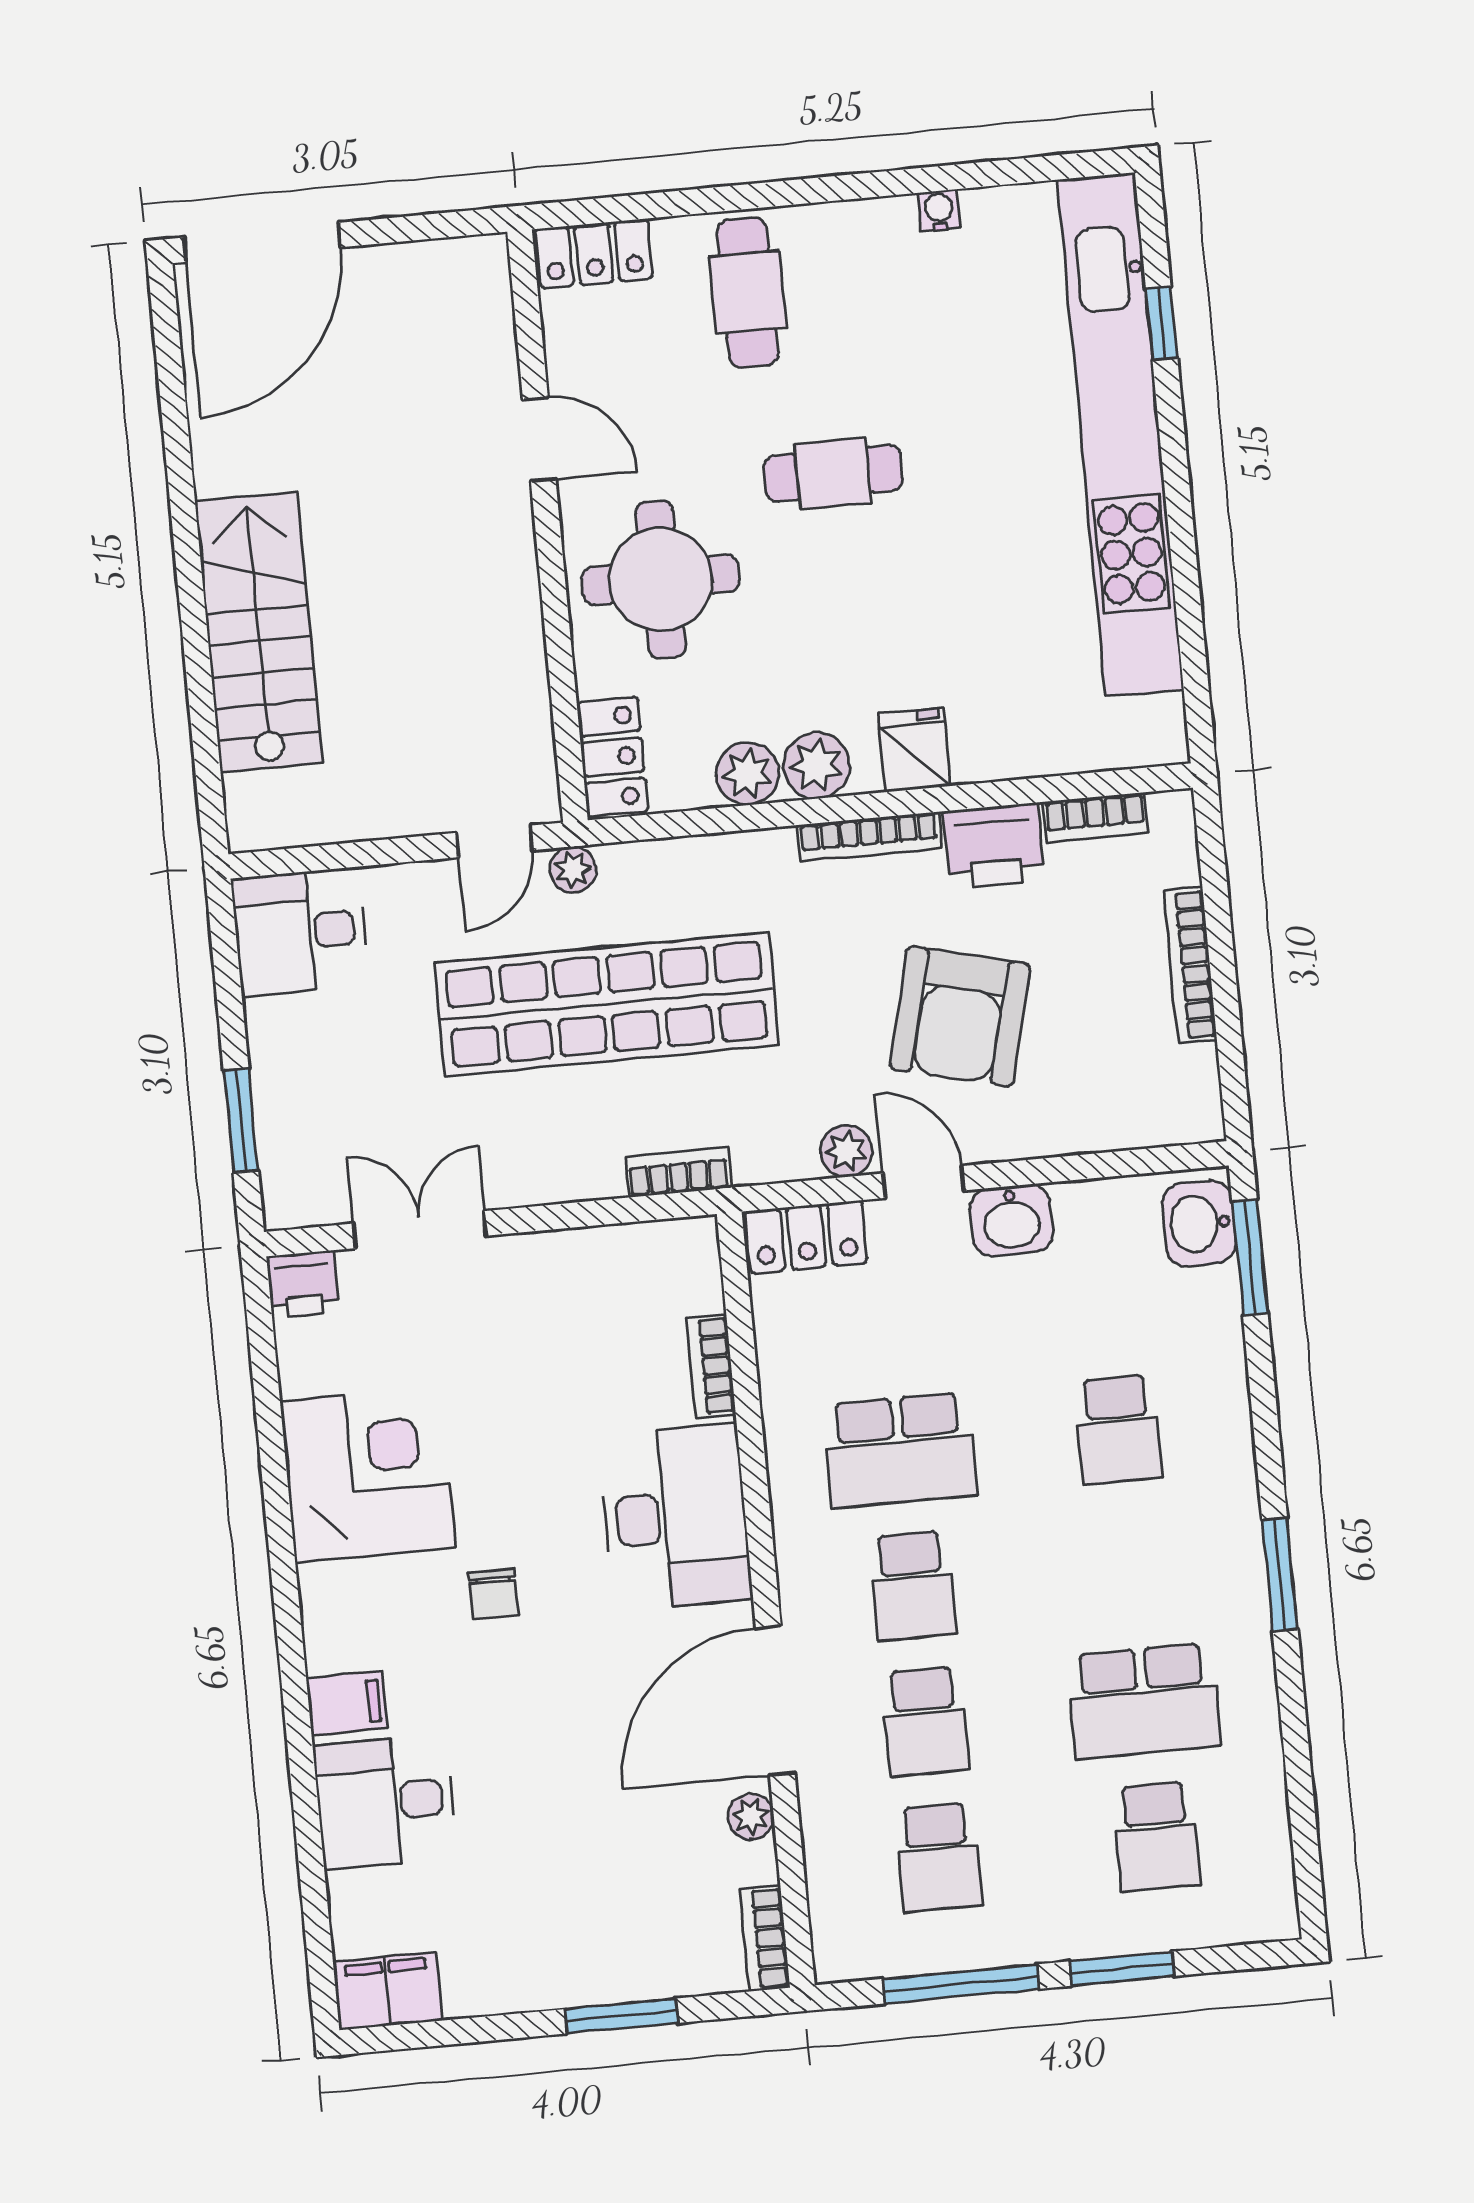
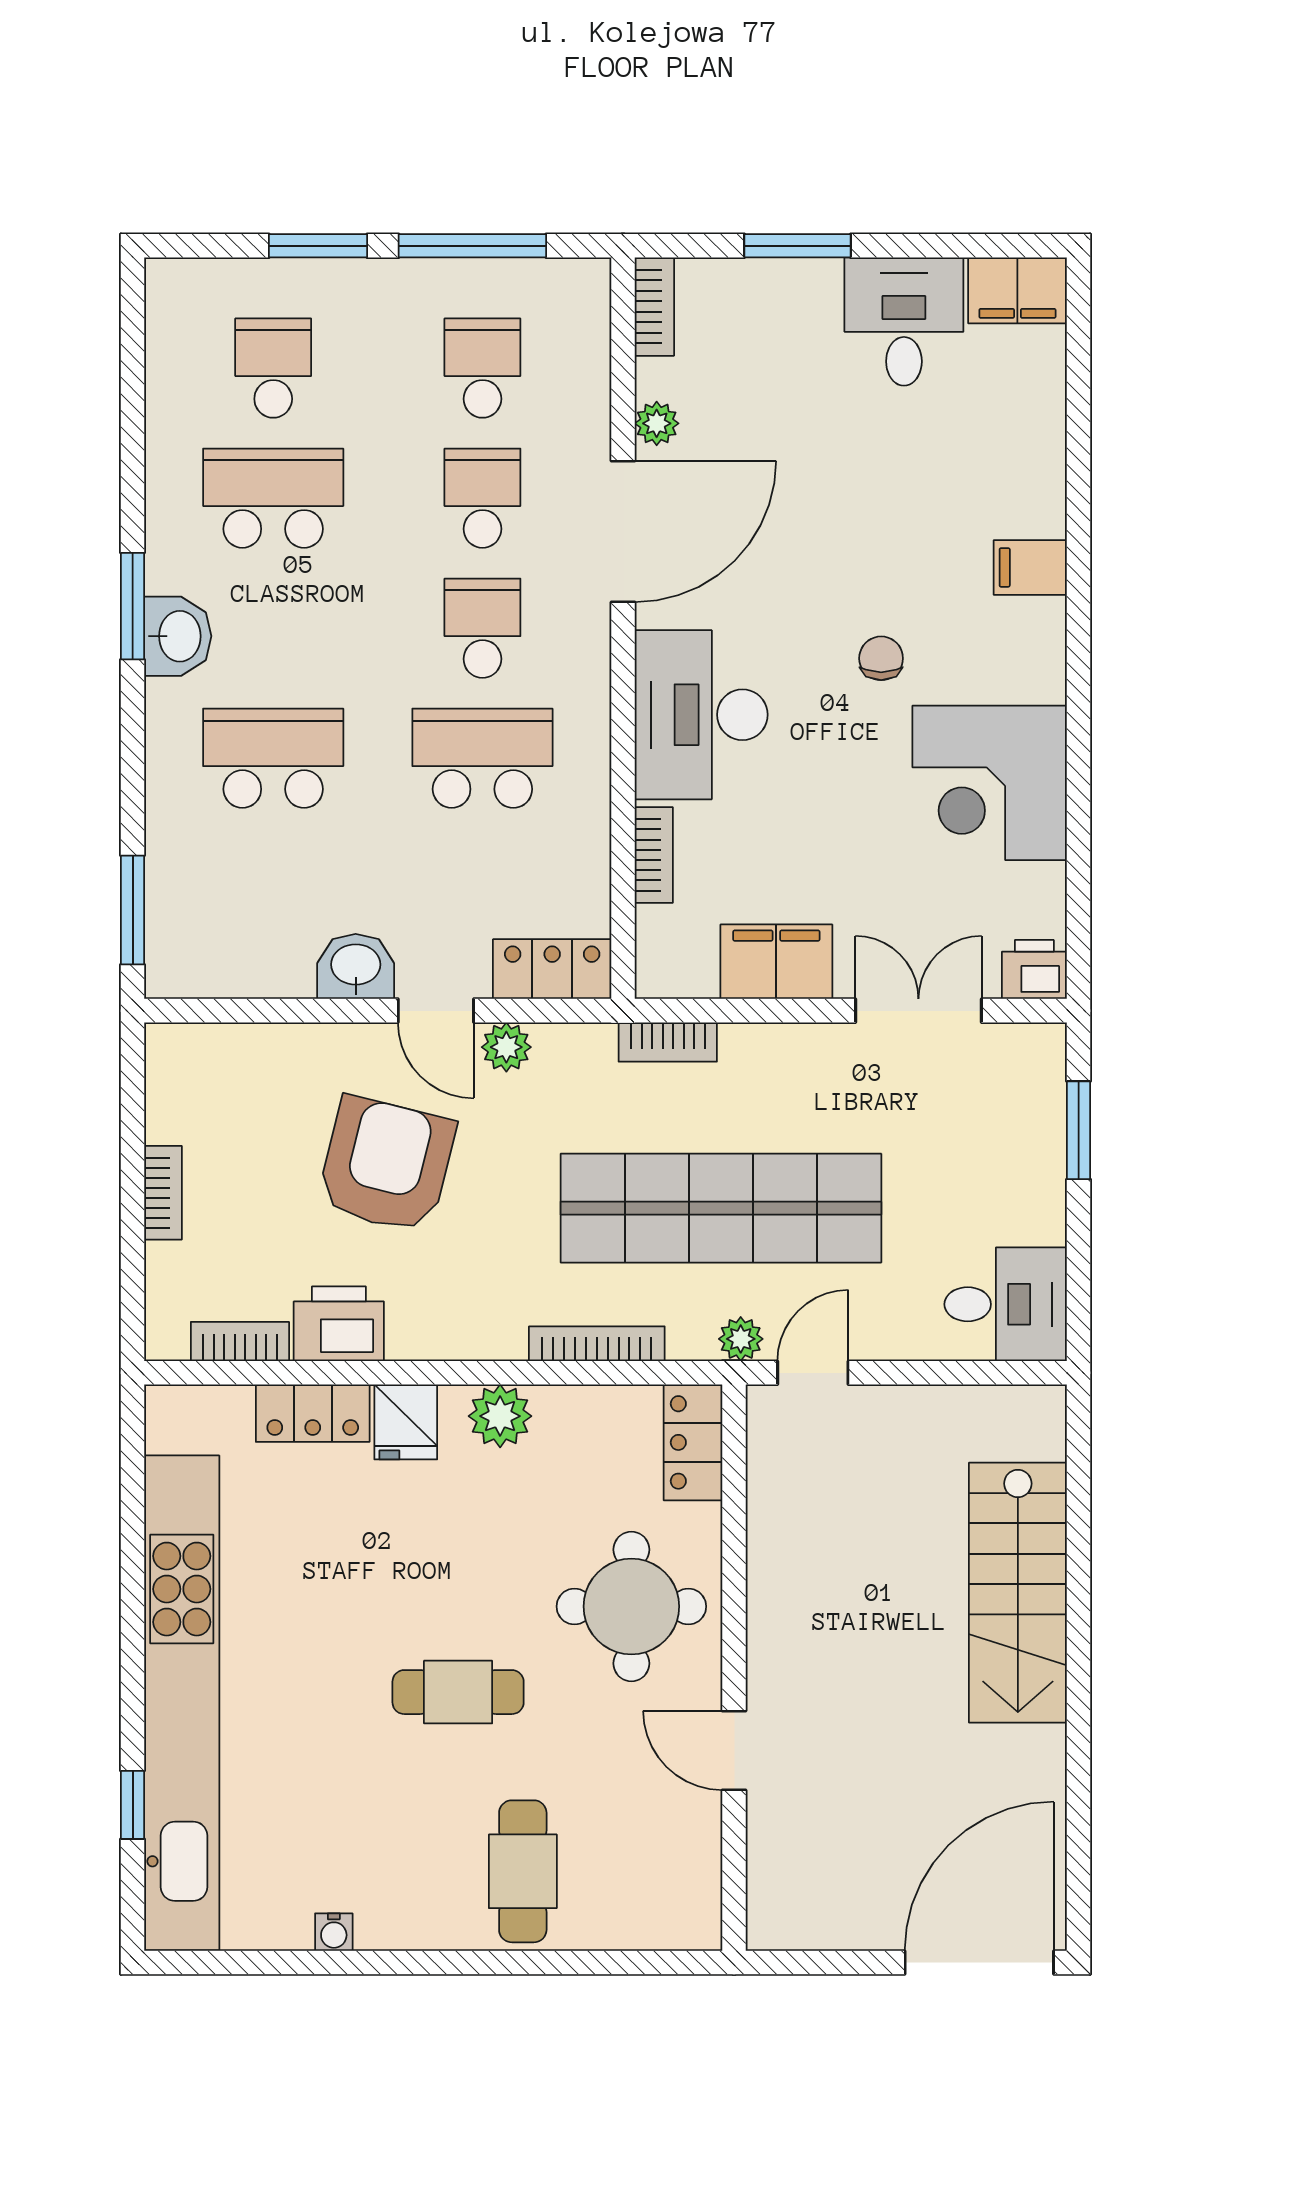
locker: (594, 254) -> (313, 1413), moved, turned 180
plant: (748, 774) -> (566, 1414), removed
bookcase: (869, 837) -> (597, 1344), moved
bookcase: (1190, 965) -> (163, 1193), width x0.64
washbasin: (1199, 1223) -> (178, 636), moved
double door: (420, 1230) -> (918, 1011), swing flipped
filing cabinet: (573, 1267) -> (776, 962), added
school desk: (1118, 1429) -> (273, 758), width x1.85
desk: (385, 1802) -> (904, 322), moved, turned -90

